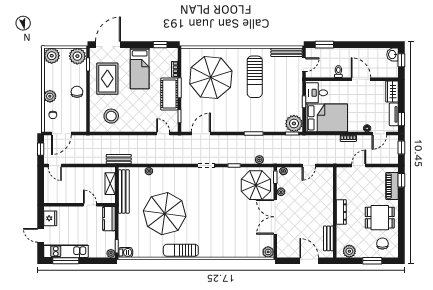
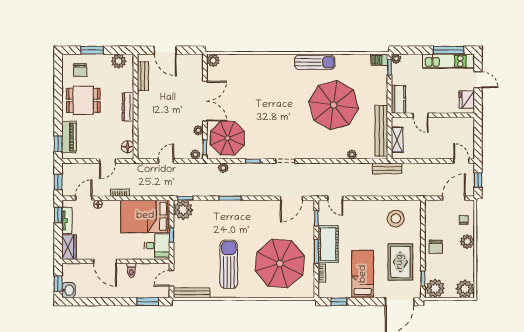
floor lamp: (342, 178) -> (128, 147), added

